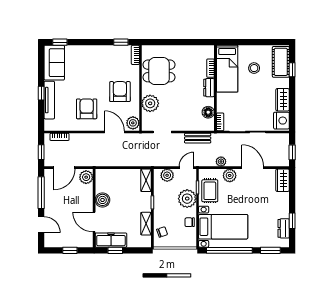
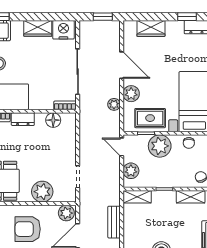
bench: (198, 138) -> (114, 222), moved
door: (253, 168) -> (122, 65), swing flipped
wardrobe: (283, 180) -> (151, 28), moved

